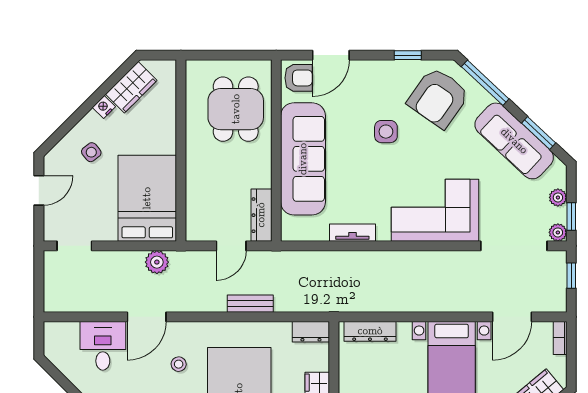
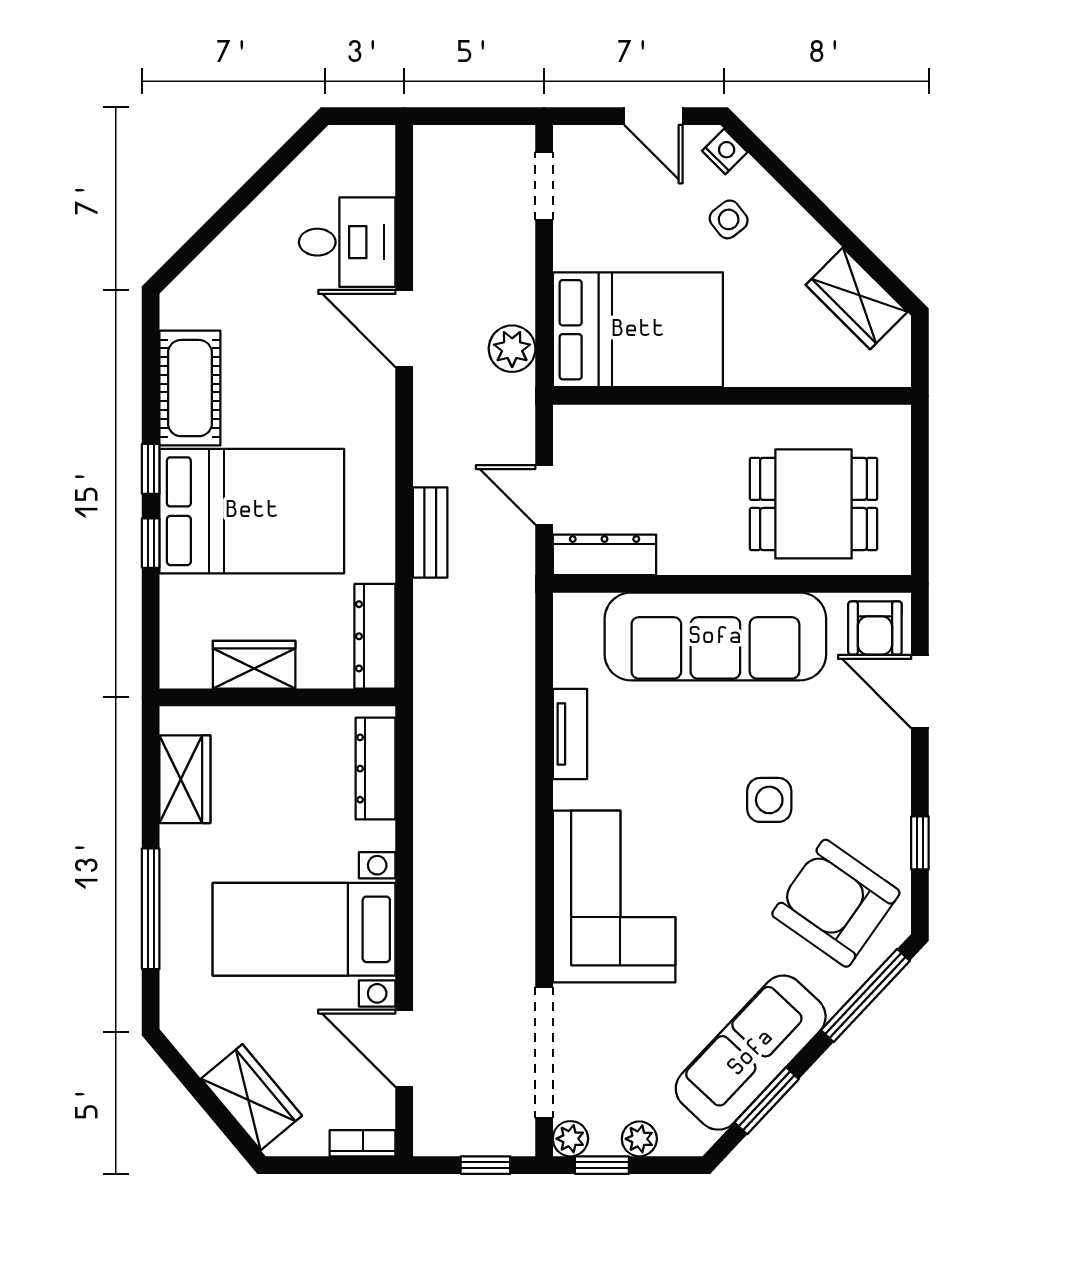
nightstand: (104, 107) -> (725, 151), moved
dresser: (311, 332) -> (375, 636), width x1.44
stool: (179, 364) -> (311, 392), removed

